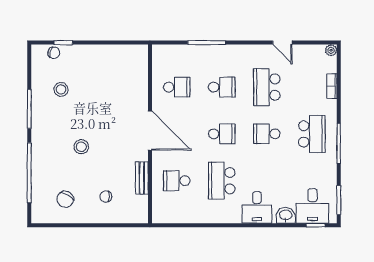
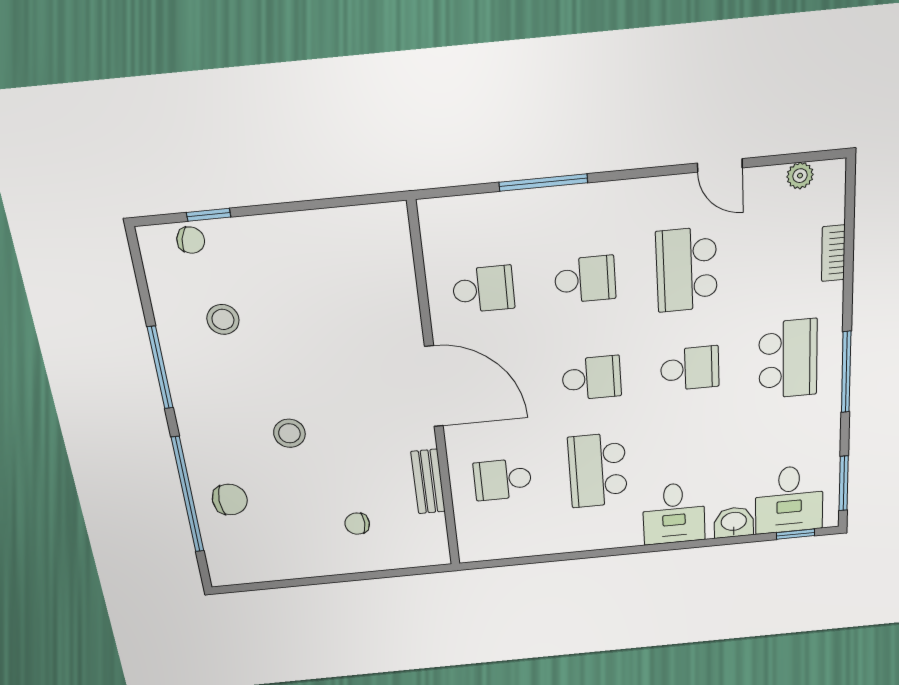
plant: (331, 50) -> (800, 176), moved
school desk: (267, 134) -> (690, 369), turned 180
chair: (65, 199) -> (230, 500), moved, turned -120

